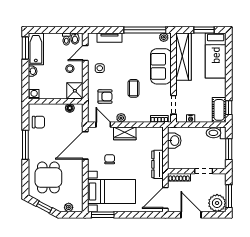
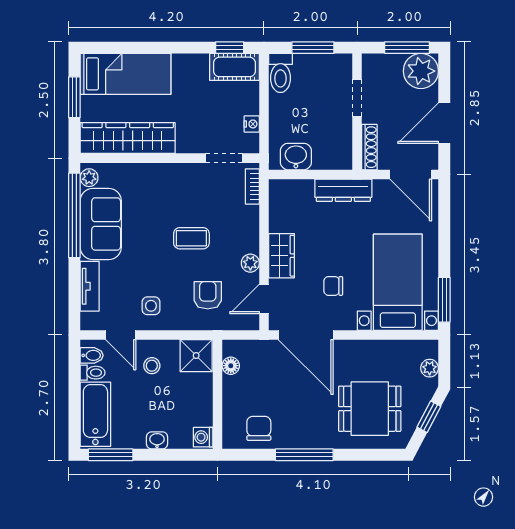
bathtub: (36, 49) -> (95, 414), moved, turned 90
sofa: (161, 66) -> (101, 224), moved, turned -90

